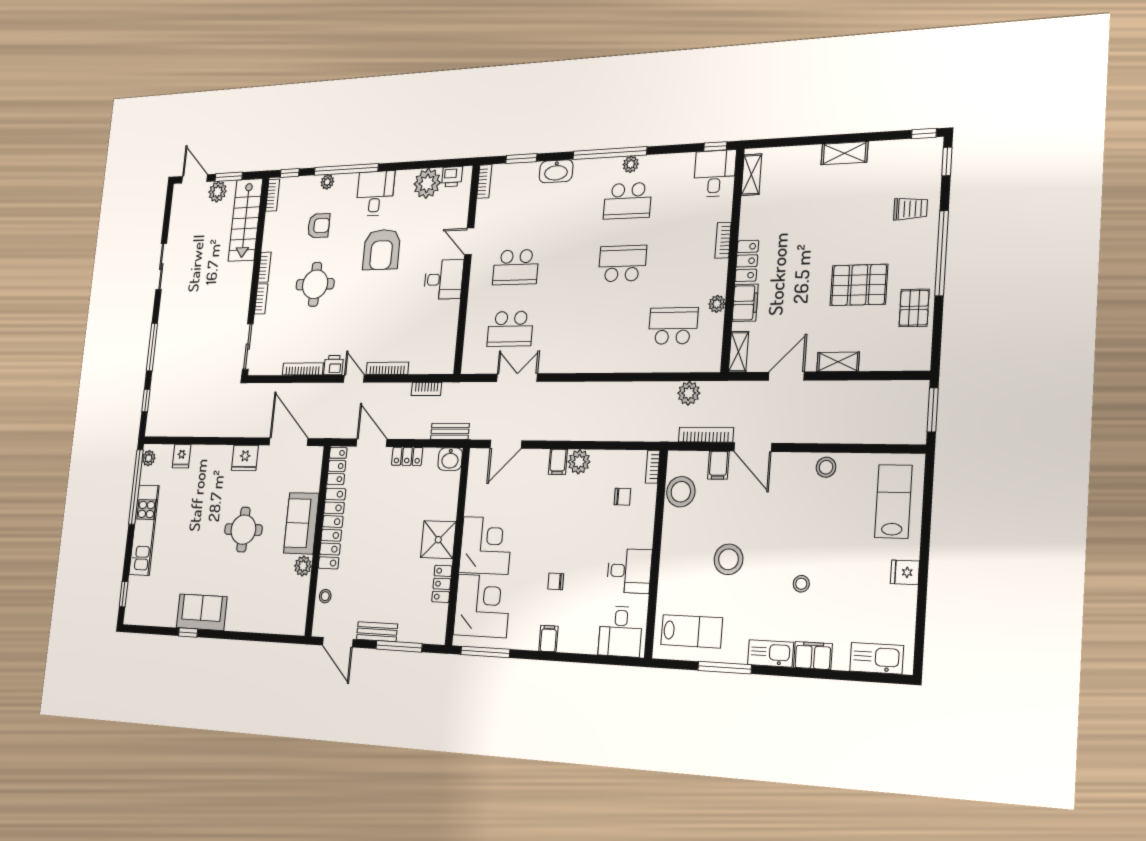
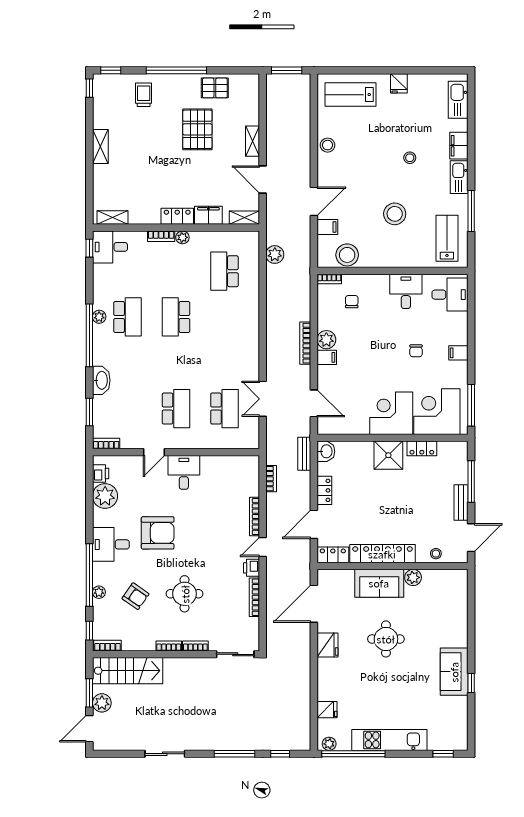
armchair: (319, 226) -> (136, 596), turned 125
plant: (717, 304) -> (182, 237), moved
bookcase: (706, 435) -> (305, 343), moved

